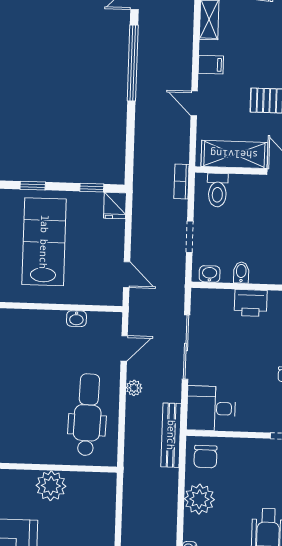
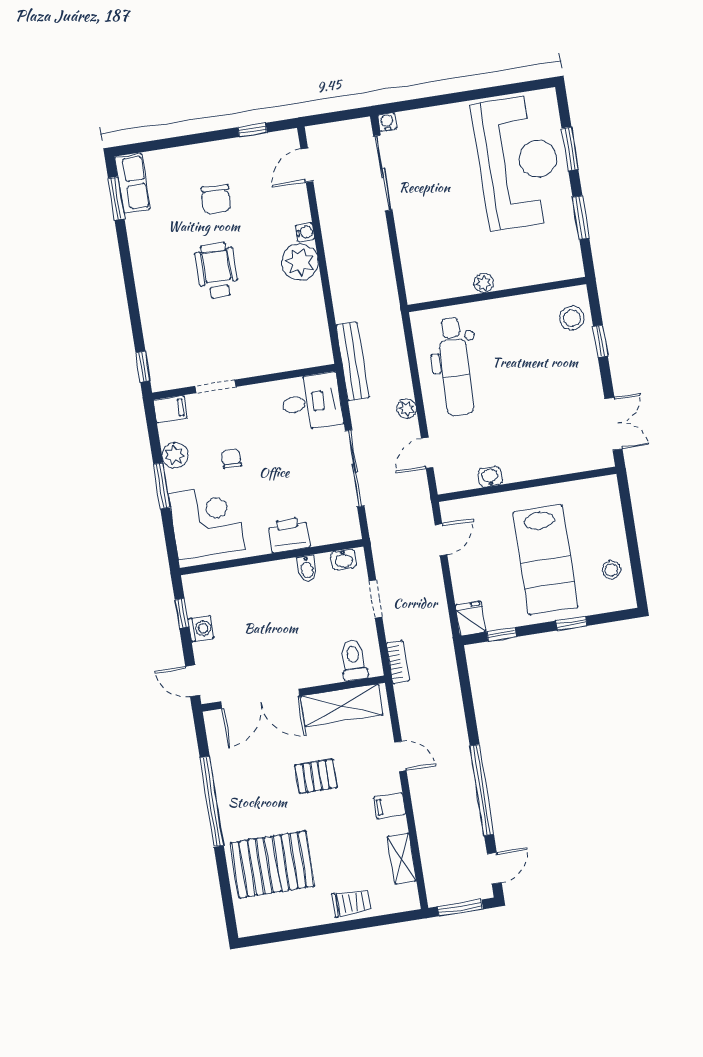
door: (127, 275) -> (441, 540), swing flipped
chair: (205, 457) -> (307, 344), removed
plant: (51, 486) -> (484, 283), width x0.53, depth x0.53
plant: (199, 499) -> (300, 262), moved

